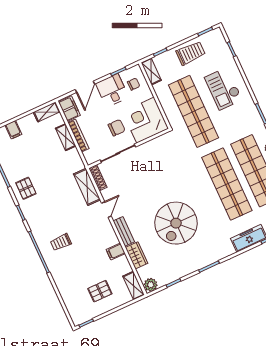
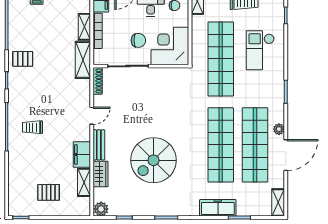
shelving: (87, 187) -> (83, 60), moved
pallet: (26, 188) -> (23, 59), turned 90
filing cabinet: (116, 252) -> (82, 155), width x2.00
shelving: (134, 286) -> (84, 182), moved

